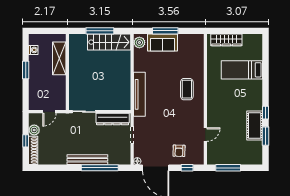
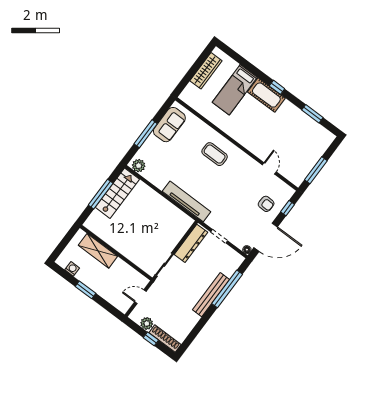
wardrobe: (226, 40) -> (206, 71), moved
sofa: (163, 43) -> (169, 125), moved
door: (49, 112) -> (140, 297), swing flipped
window: (266, 113) -> (277, 87), moved
cot: (255, 125) -> (266, 95), moved

